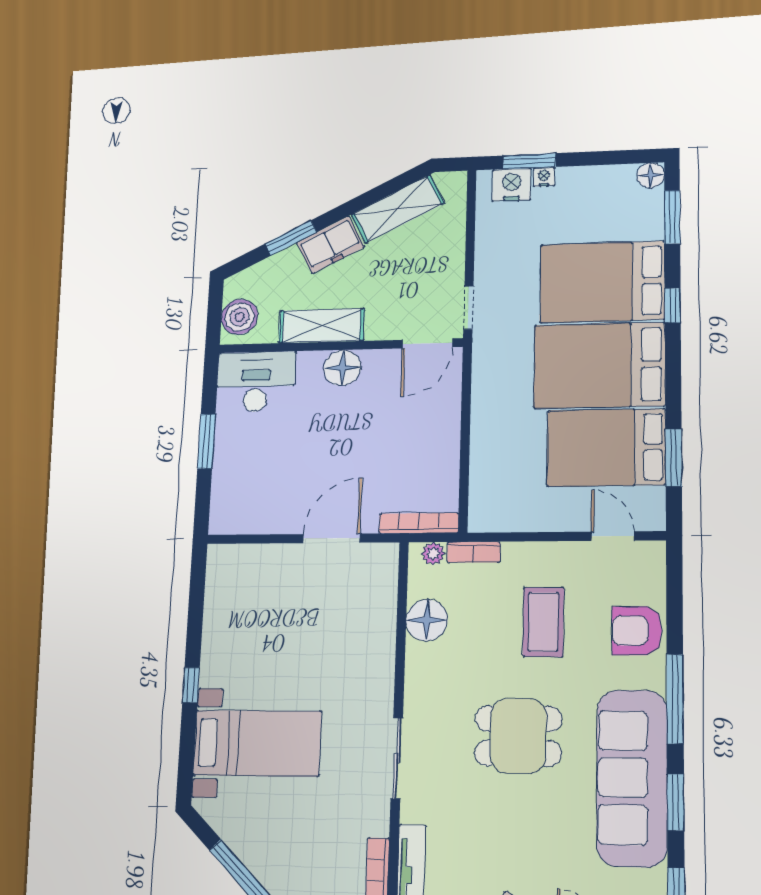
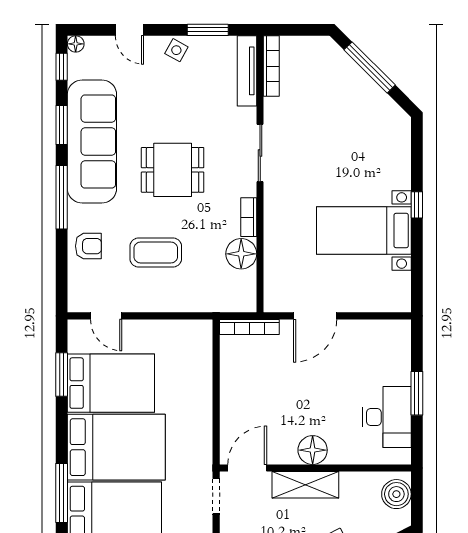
window: (673, 305) -> (62, 493), width x2.17
shelving: (322, 326) -> (305, 485), moved
desk: (256, 382) -> (387, 417), moved, turned -90
bookcase: (474, 552) -> (249, 217), moved, turned -90
plant: (433, 553) -> (238, 304), removed
coffee table: (543, 622) -> (156, 253), turned 90
armchair: (637, 631) -> (88, 246), width x0.72, depth x0.72
bed with nightstands: (257, 743) -> (364, 231), moved

